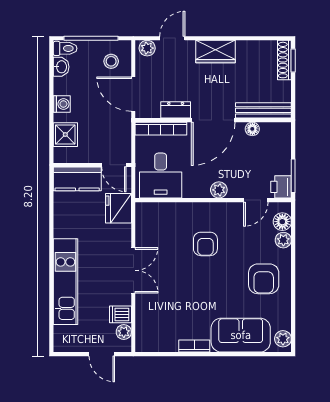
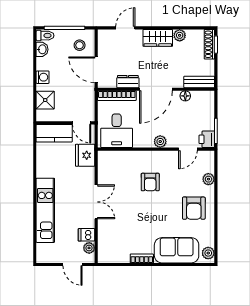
plant: (147, 48) -> (180, 35), moved
bench: (263, 110) -> (199, 82), width x0.73
floor lamp: (282, 222) -> (208, 165), removed

